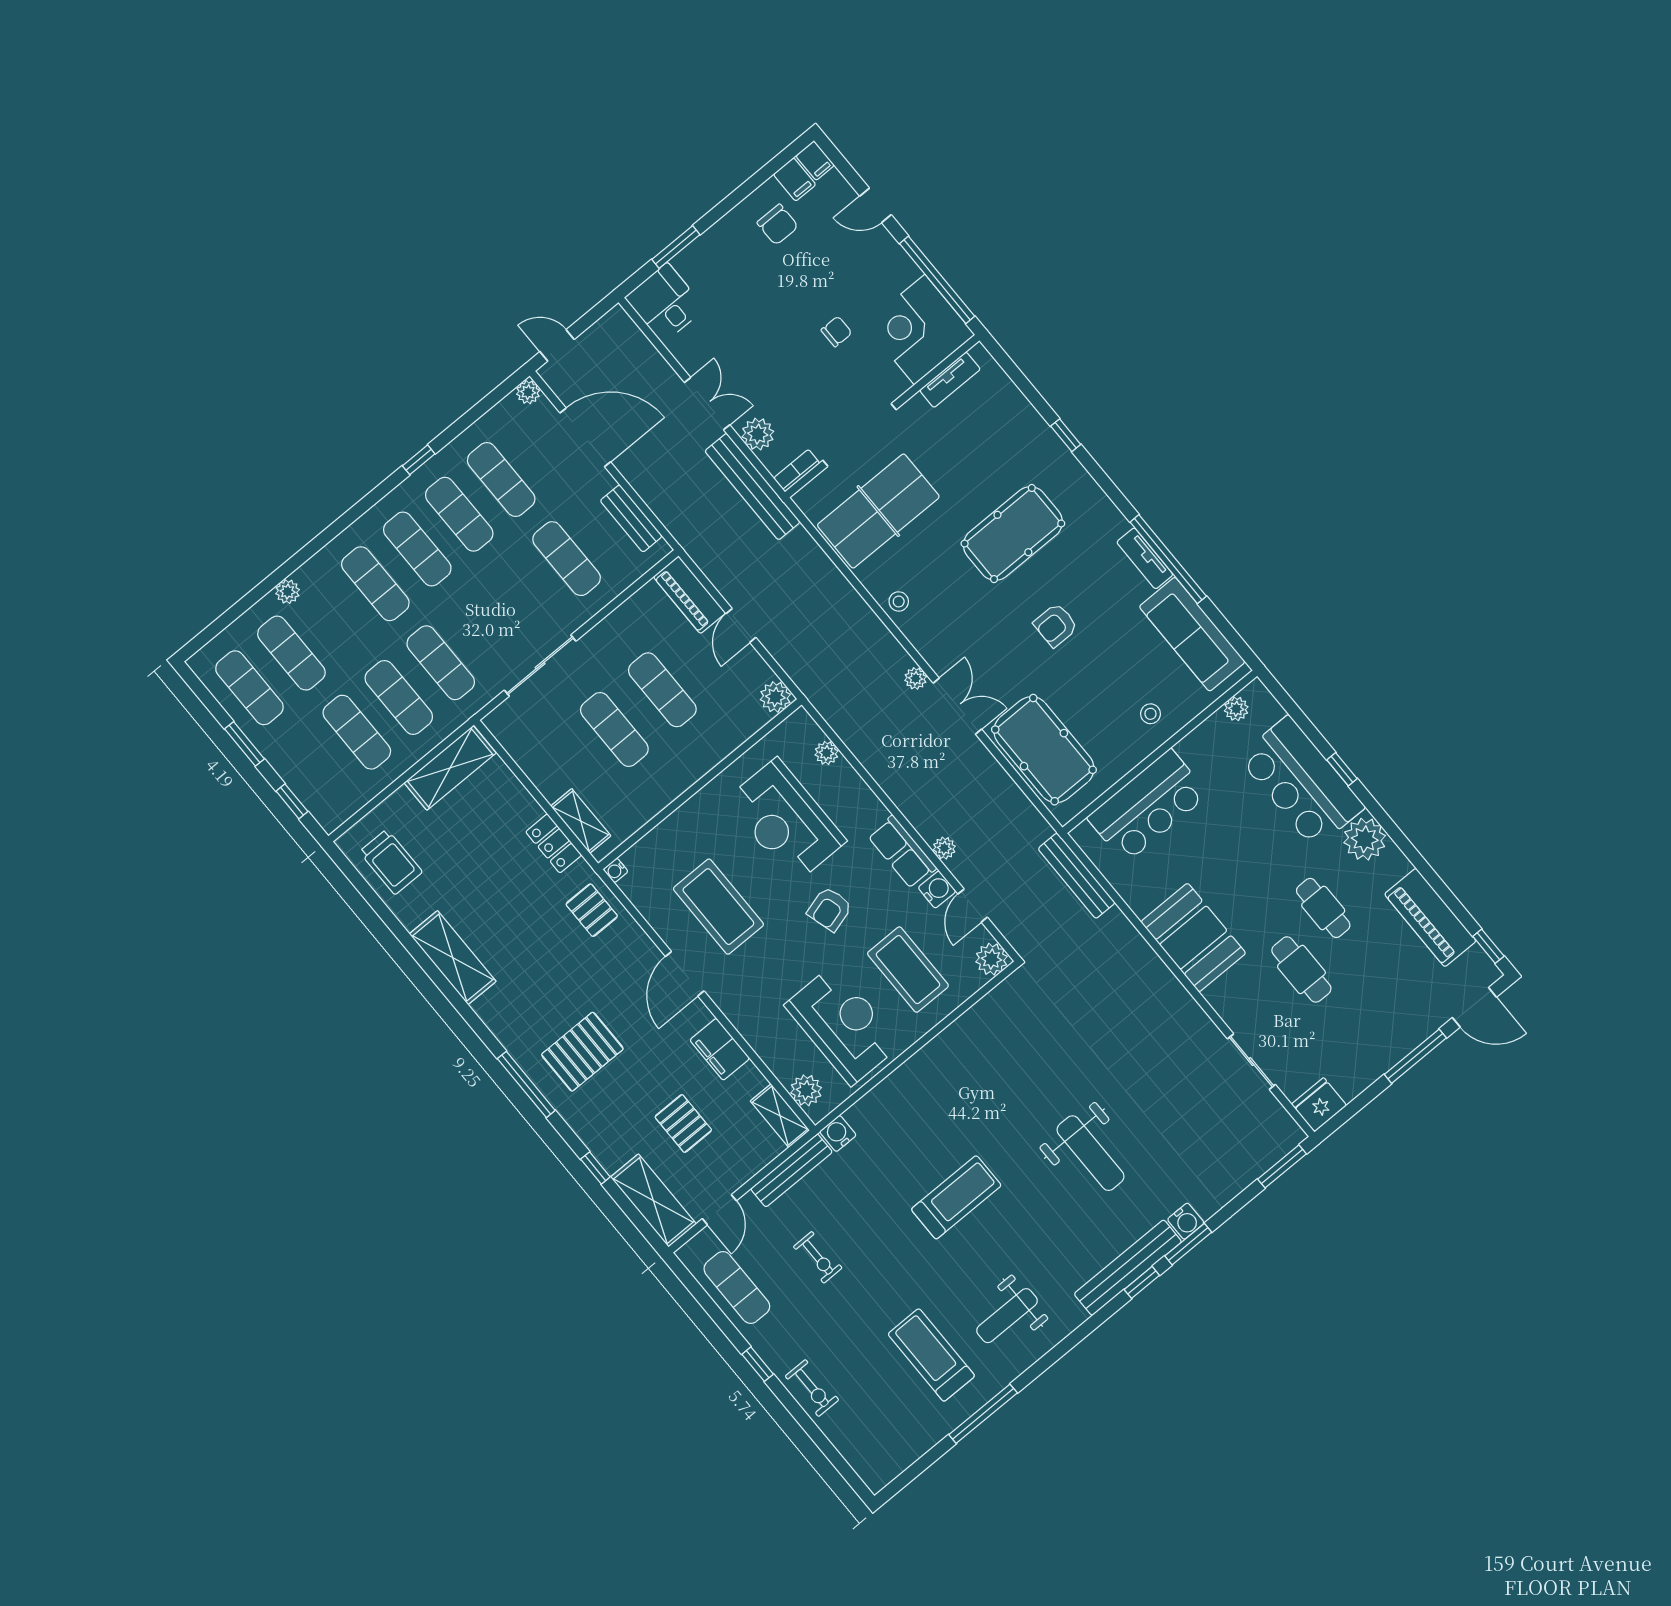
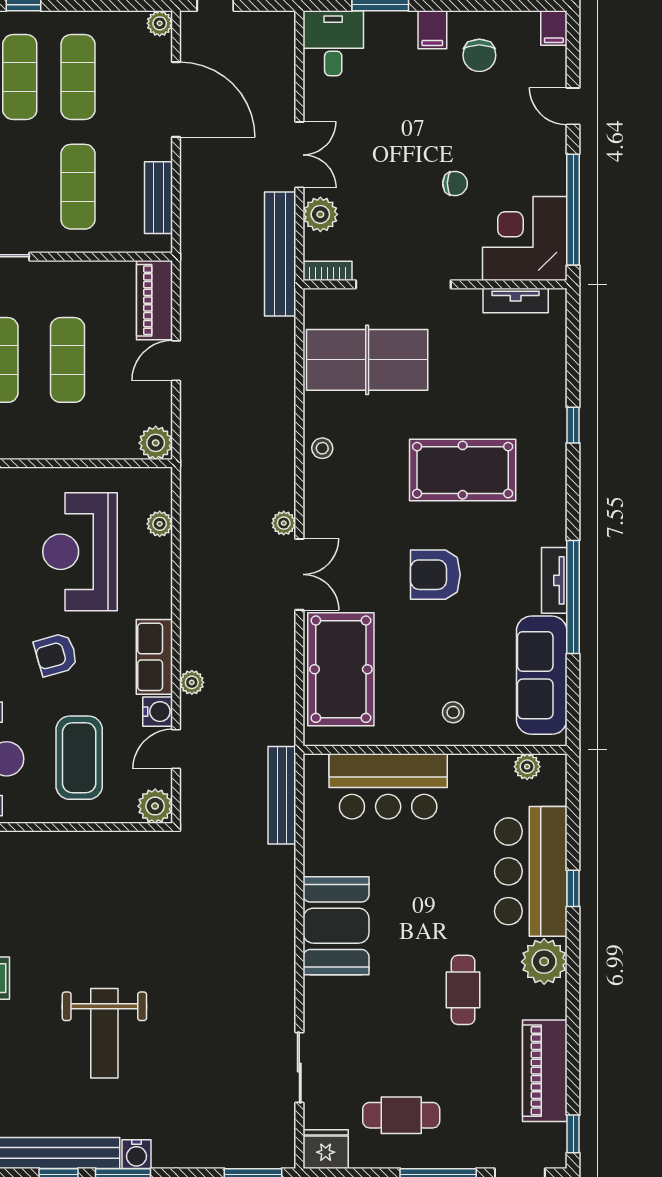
filing cabinet: (795, 179) -> (432, 30), moved
armchair: (1056, 625) -> (435, 575), width x1.38, depth x1.38
cafe table: (1301, 969) -> (401, 1115), moved, turned 90

